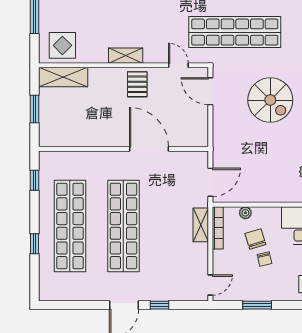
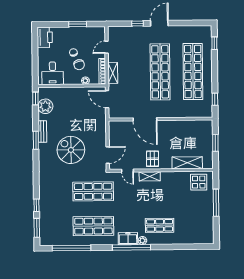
shop shelf: (235, 32) -> (93, 191), width x0.71
shelving: (126, 56) -> (150, 176), moved
shelving: (63, 77) -> (187, 163), moved
door: (210, 91) -> (108, 155), hinge flipped
door: (210, 182) -> (107, 99), hinge flipped
window: (34, 244) -> (214, 43), moved
door: (210, 285) -> (107, 47), moved

